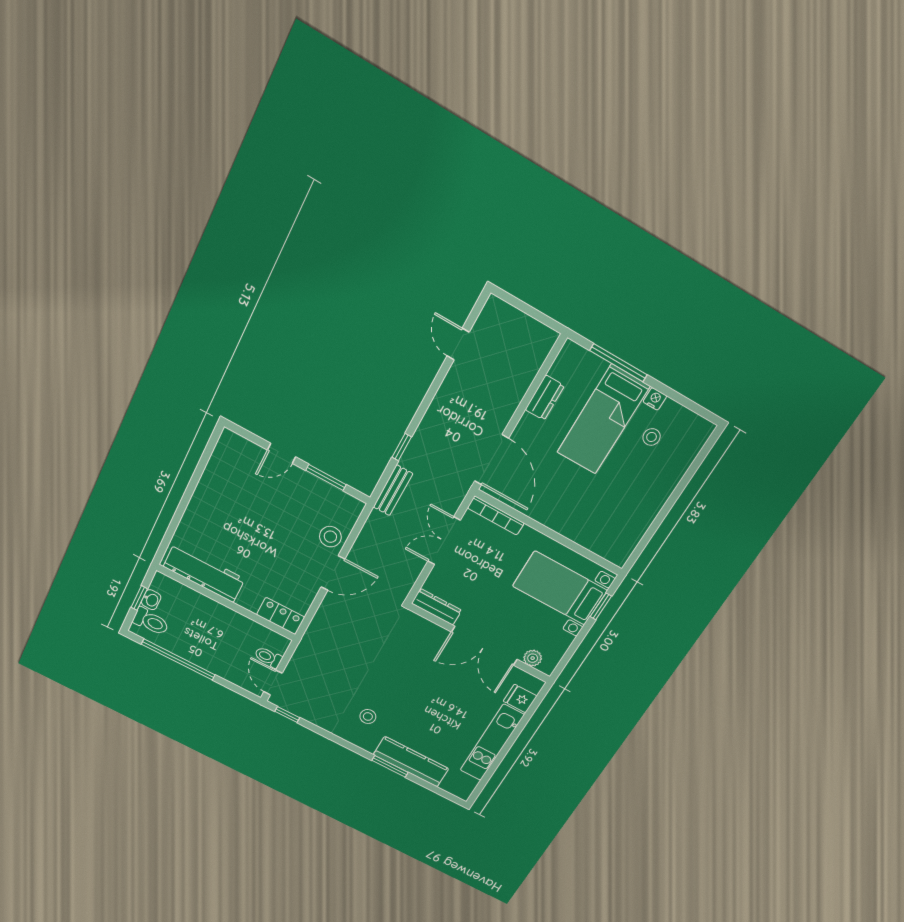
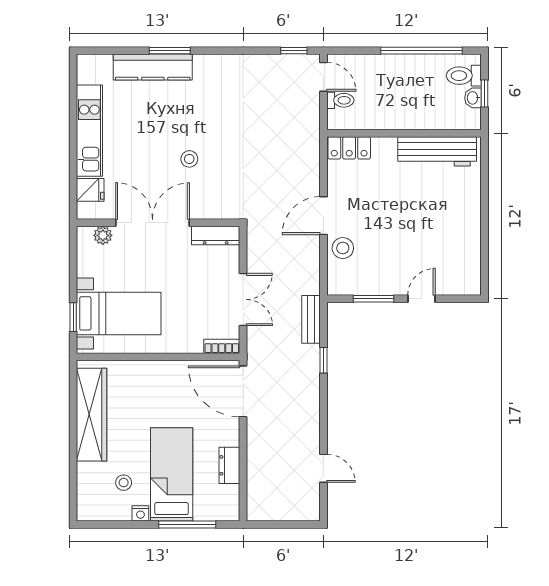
wardrobe: (640, 515) -> (92, 415), added
bookcase: (496, 516) -> (222, 346), width x0.64
stool: (368, 716) -> (189, 159), moved

